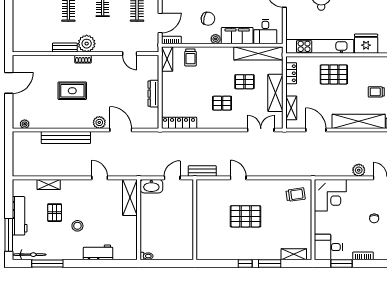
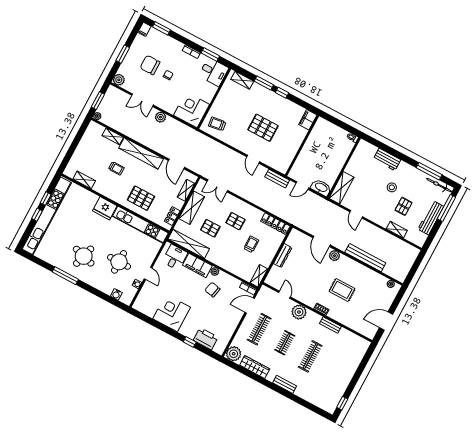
plant: (87, 44) -> (299, 312), moved
trolley: (190, 57) -> (251, 244), moved
filing cabinet: (203, 250) -> (308, 120), added

